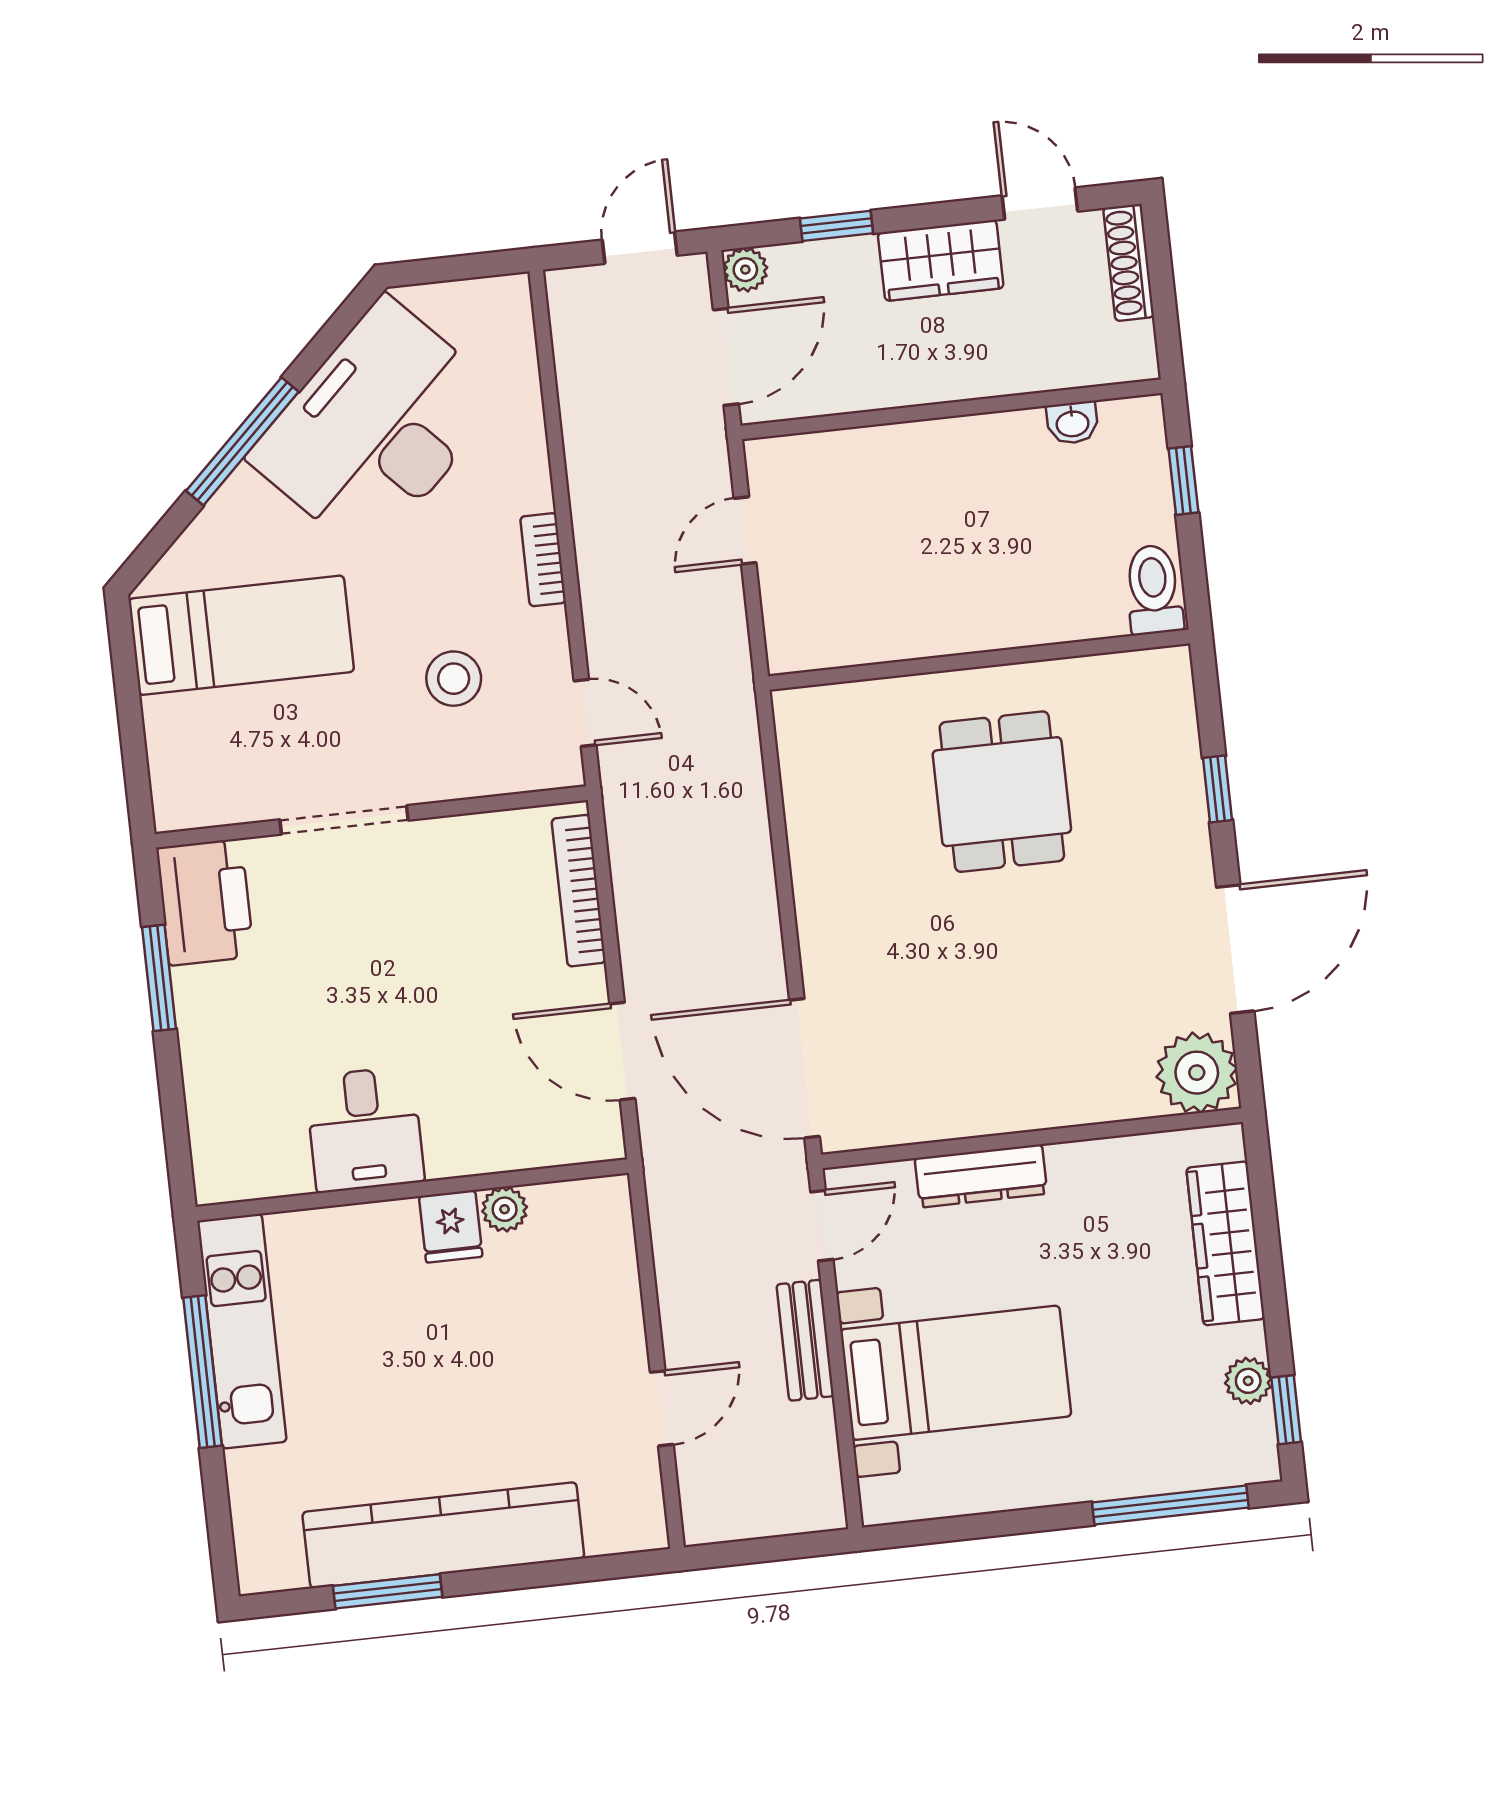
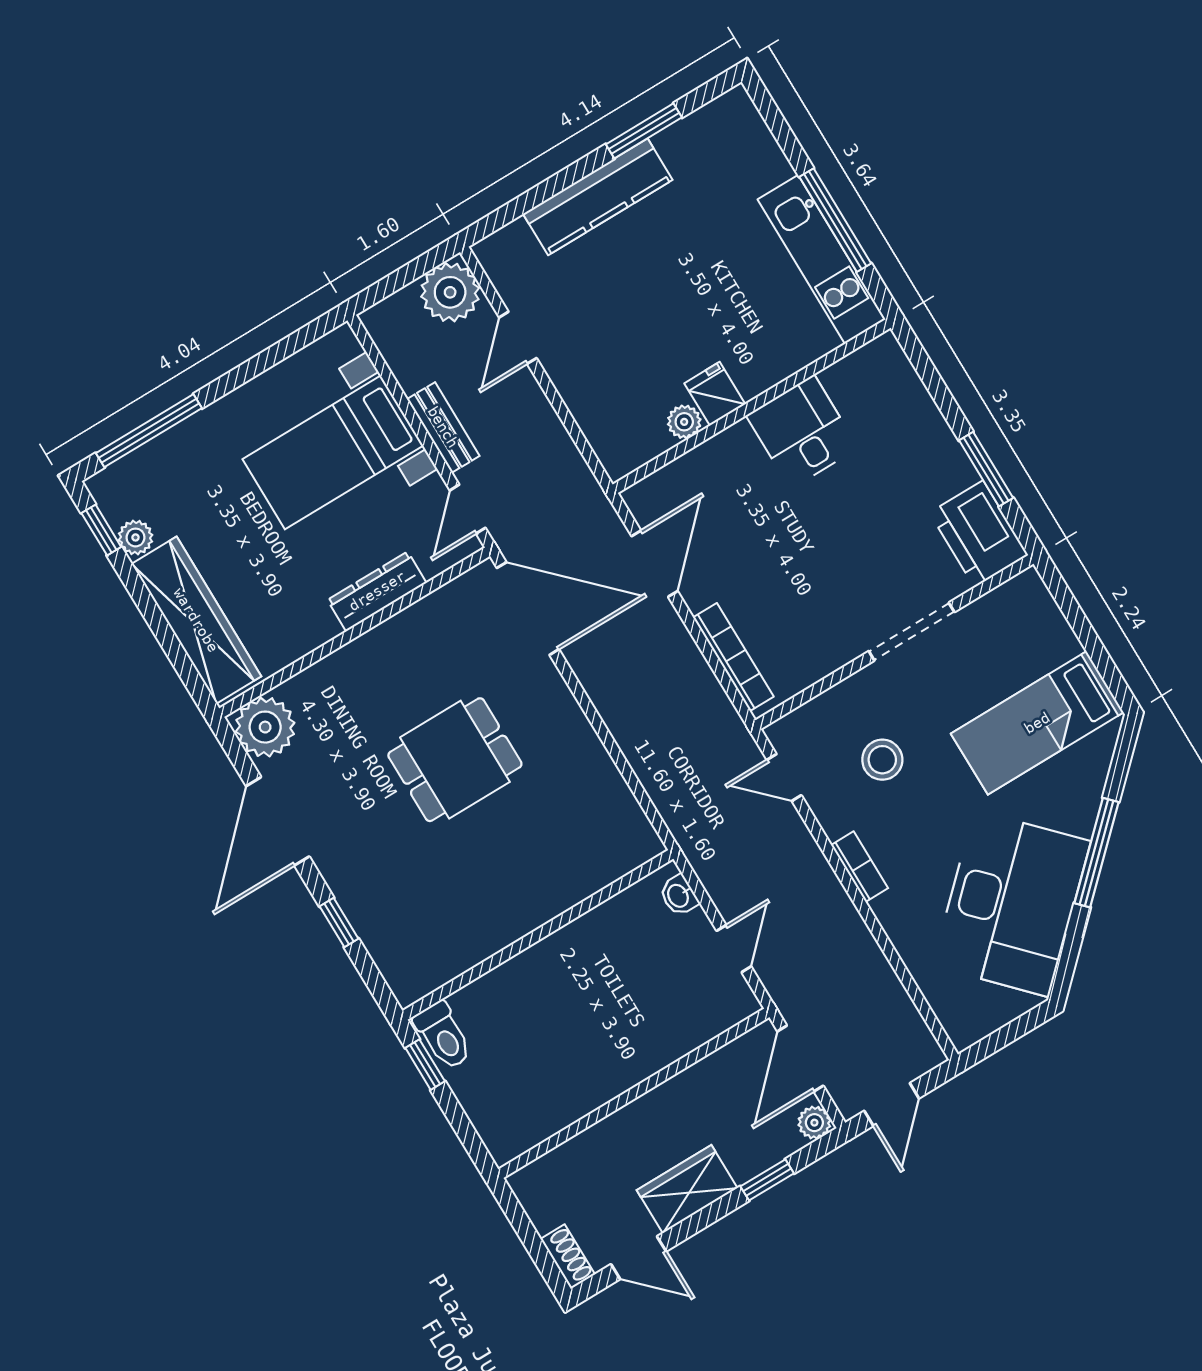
shoe rack: (1129, 262) -> (568, 1257), width x0.70
washbasin: (1072, 423) -> (679, 895), moved, turned -90
window: (1183, 481) -> (425, 1065), moved
dining table: (1002, 792) -> (455, 760), moved, turned 90
door: (622, 1051) -> (655, 564), hinge flipped
wardrobe: (1226, 1243) -> (196, 620), width x1.40, depth x1.17
plant: (719, 1503) -> (450, 292), added
kitchen counter: (443, 1535) -> (598, 197), width x0.72, depth x0.86

